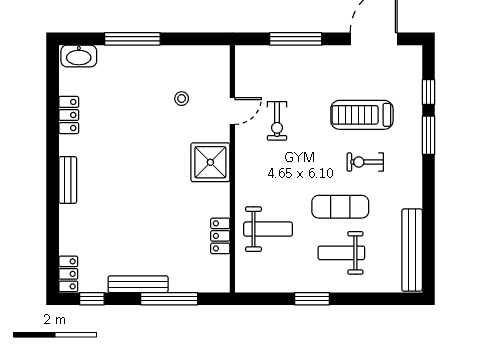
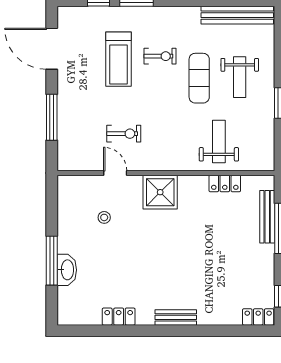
washbasin: (79, 56) -> (67, 270), moved
exercise bike: (365, 162) -> (160, 56), turned -90
bench: (138, 284) -> (267, 217), moved

